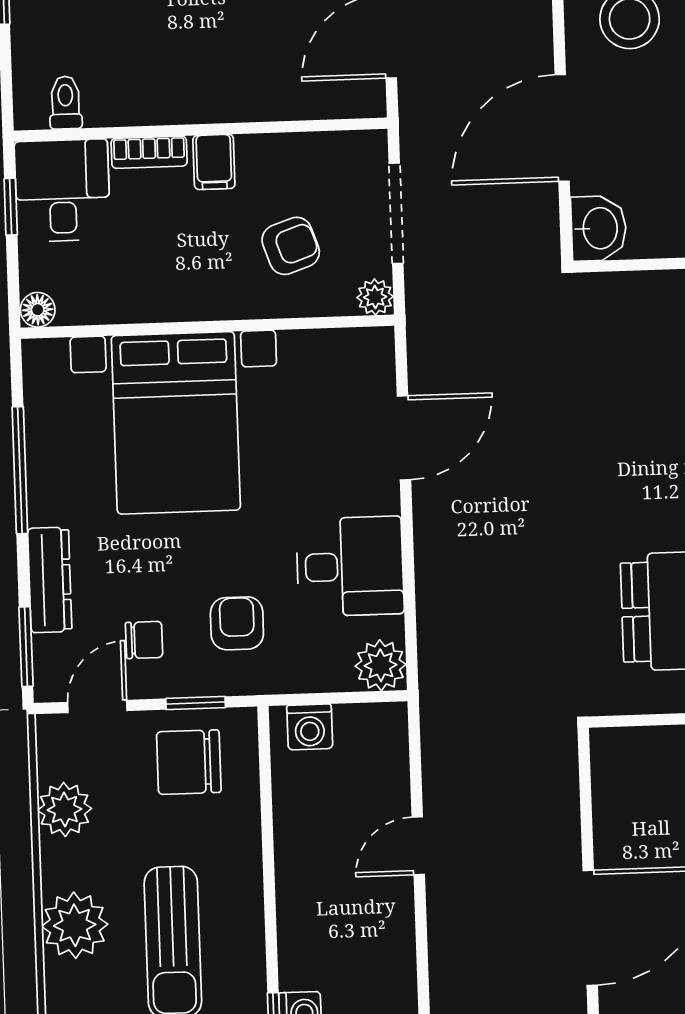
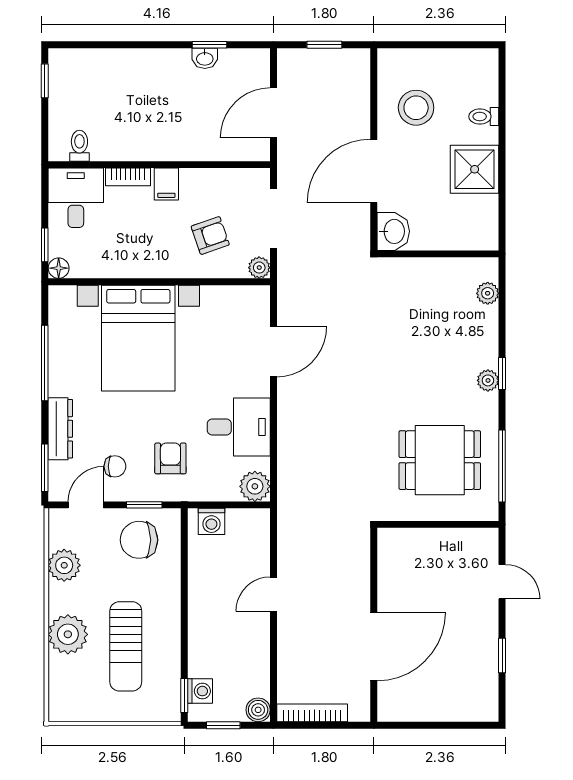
window: (11, 207) -> (45, 245), moved

